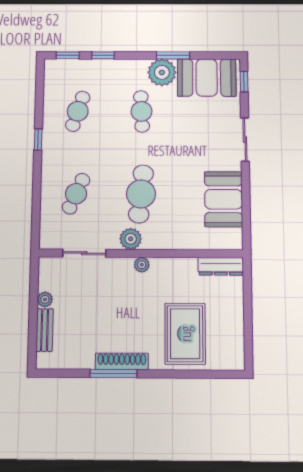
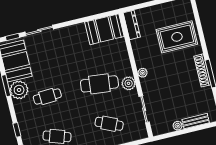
sliding door: (245, 140) -> (39, 31), moved
booth: (224, 199) -> (104, 29), moved

